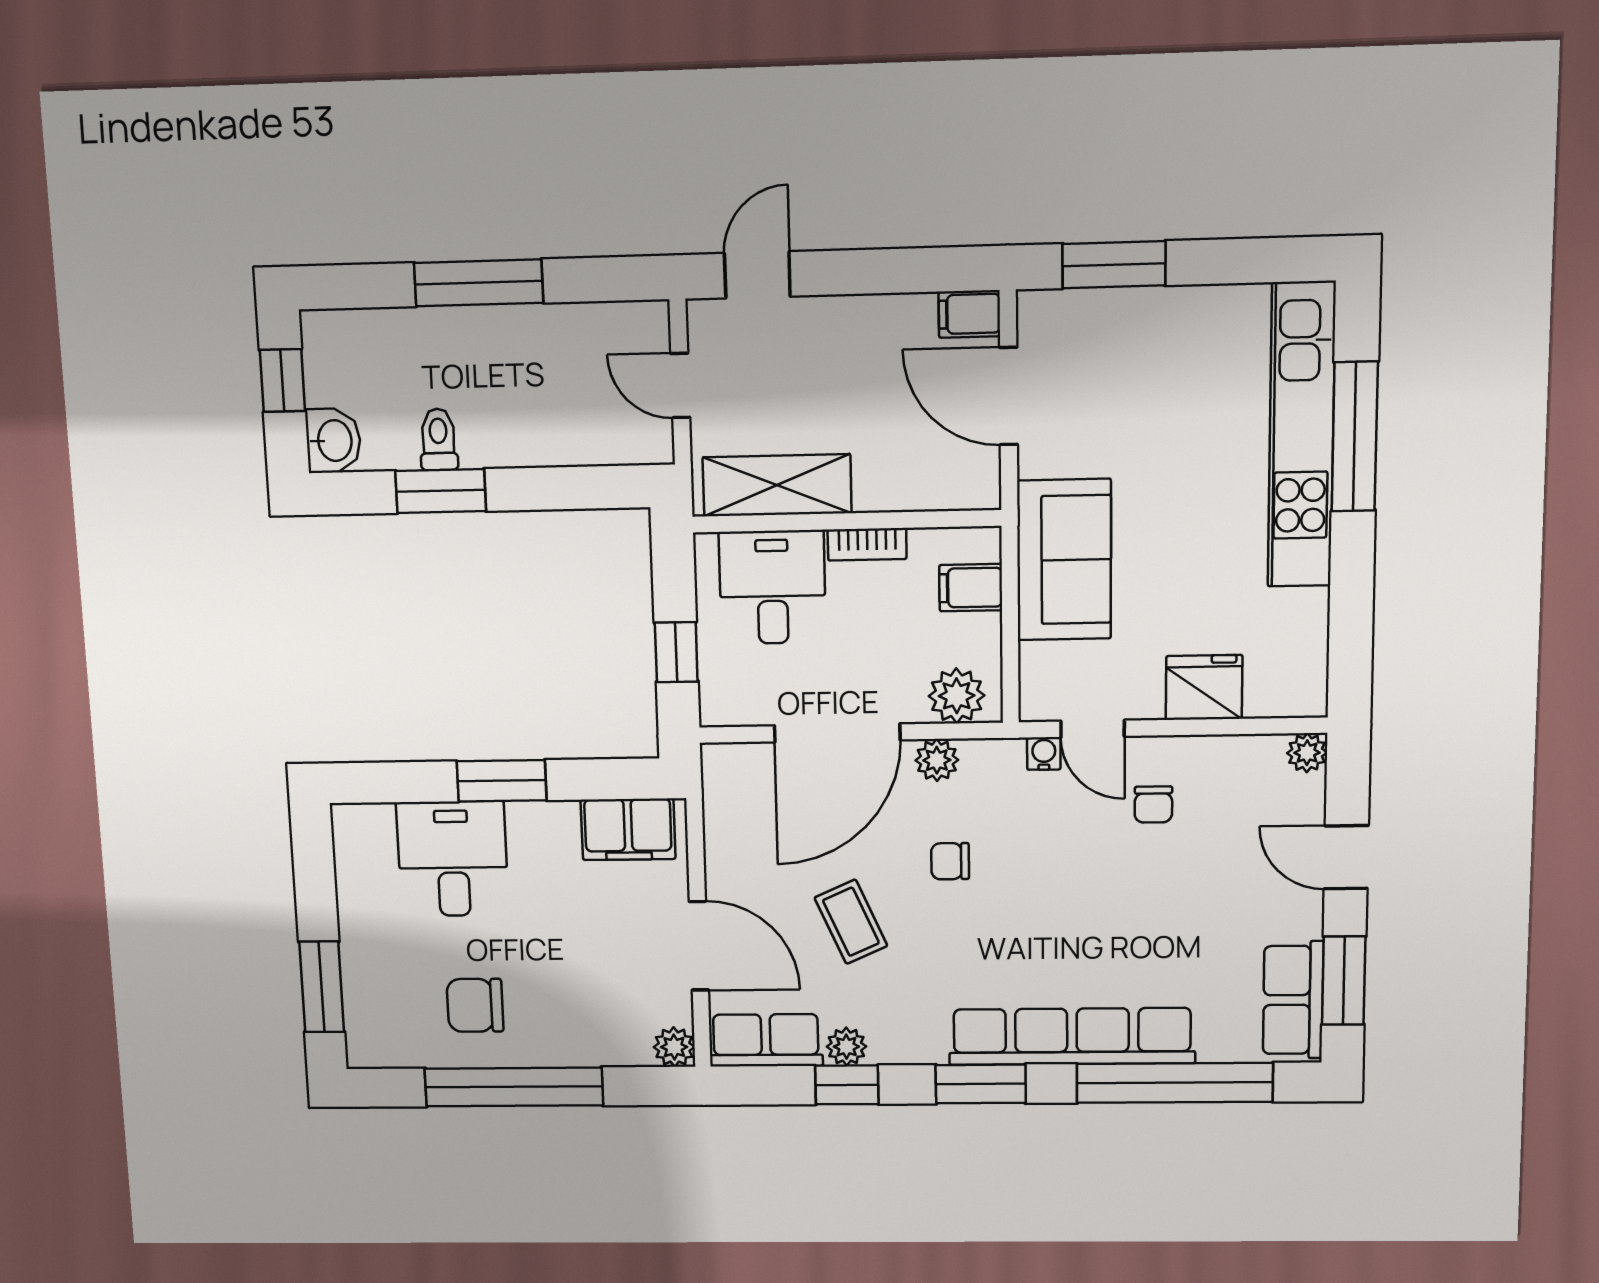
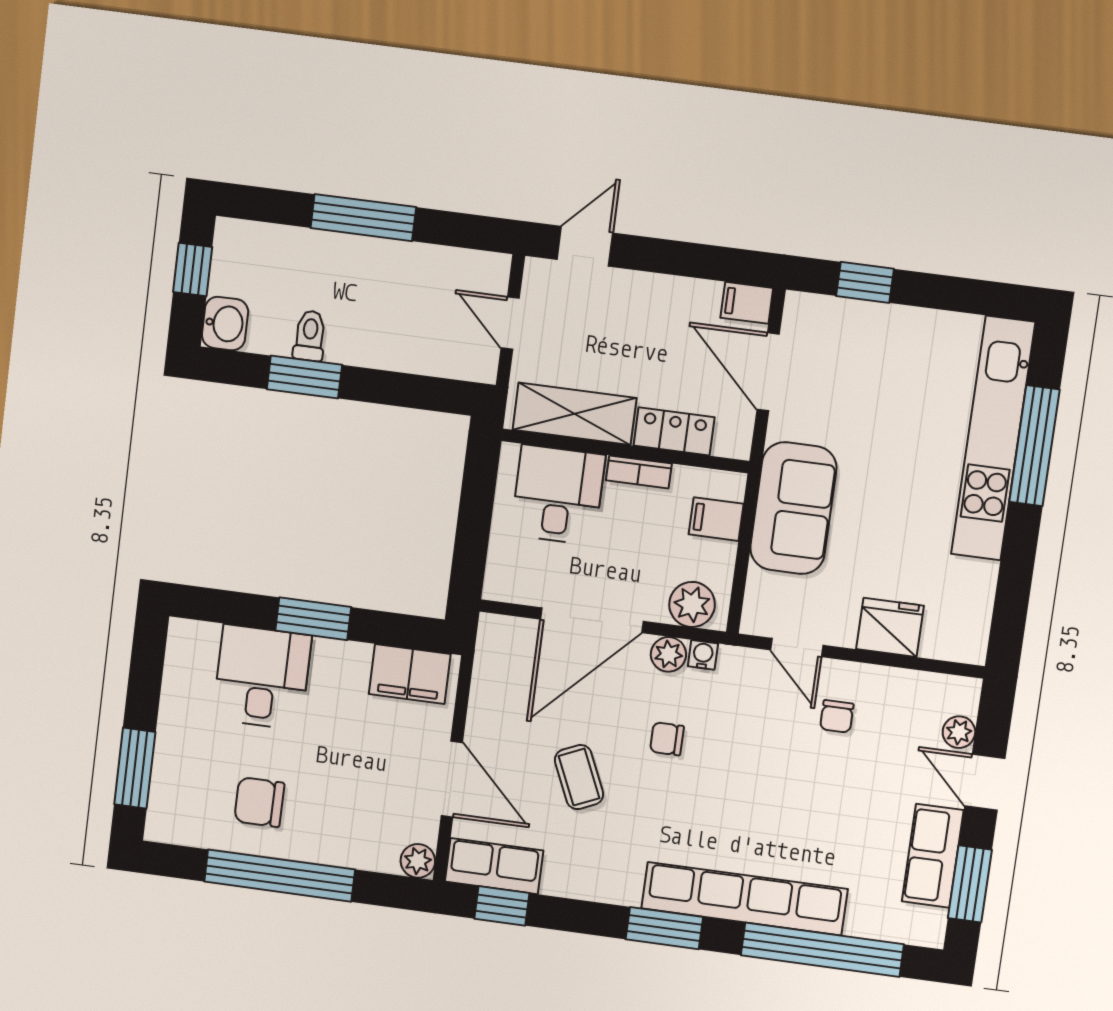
window: (1114, 265) -> (865, 282), width x0.67
locker: (903, 488) -> (674, 431), added
window: (676, 652) -> (472, 535), removed
plant: (1307, 753) -> (959, 732), moved
water cooler: (1044, 754) -> (703, 655), moved
row of seats: (1293, 1000) -> (933, 856), moved
plant: (846, 1047) -> (559, 881), removed
window: (847, 1085) -> (502, 906), moved

